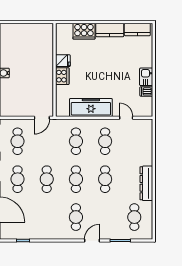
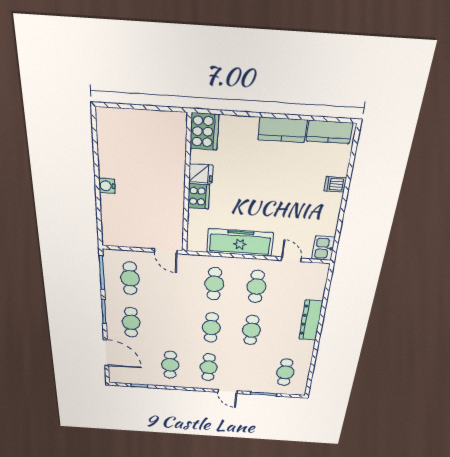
cooker: (84, 31) -> (204, 131), moved, turned -90
kitchen sink: (146, 77) -> (323, 248), moved
dishwasher: (146, 91) -> (335, 184), moved
door: (42, 118) -> (166, 251), hinge flipped
cafe table: (47, 179) -> (170, 365), moved
dresser: (146, 183) -> (311, 320), moved
door: (92, 241) -> (228, 392), swing flipped

